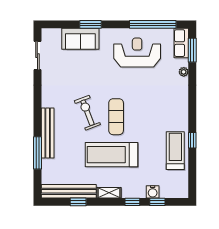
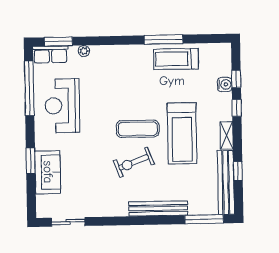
window: (192, 140) -> (164, 39), width x2.17
window: (37, 153) -> (204, 219), moved

